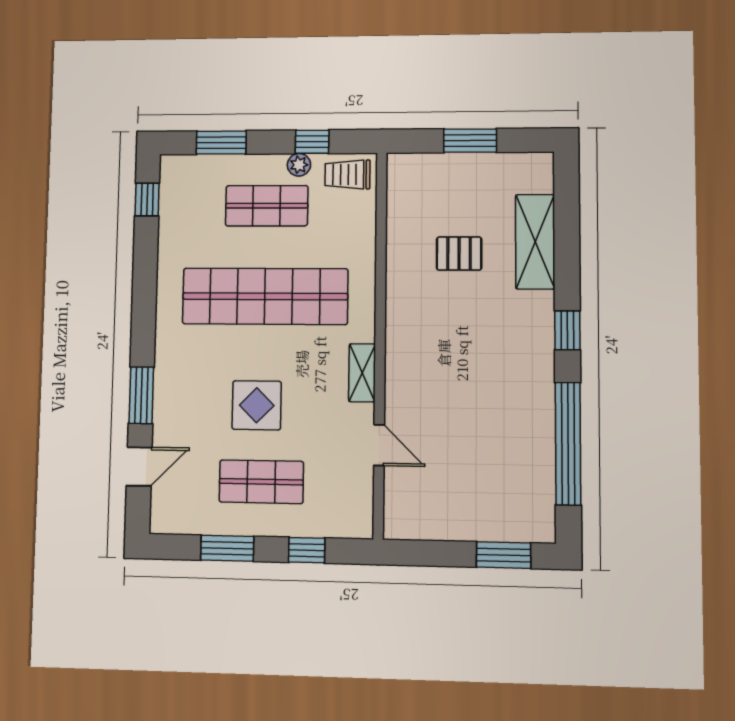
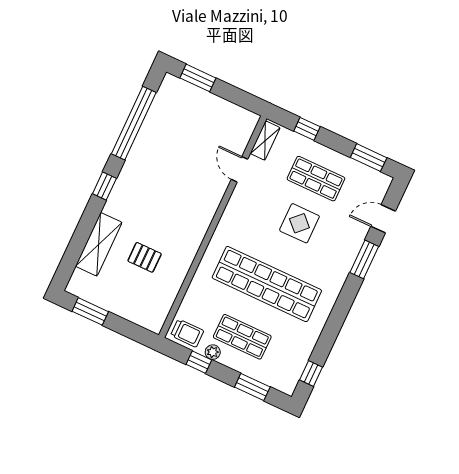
window: (470, 141) -> (90, 311), moved
shelving: (362, 373) -> (265, 141), moved
window: (227, 548) -> (369, 158), moved

